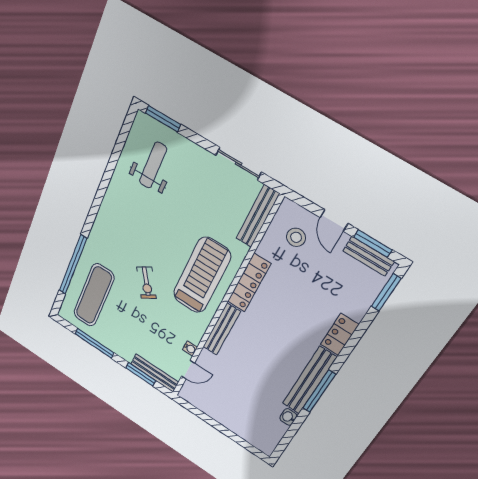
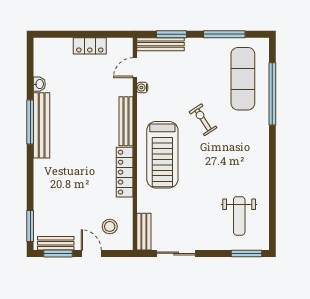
bench: (258, 216) -> (144, 232), width x0.73
locker: (340, 334) -> (90, 46), moved, turned 90

